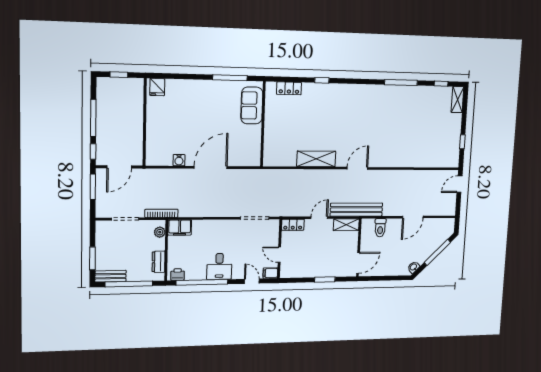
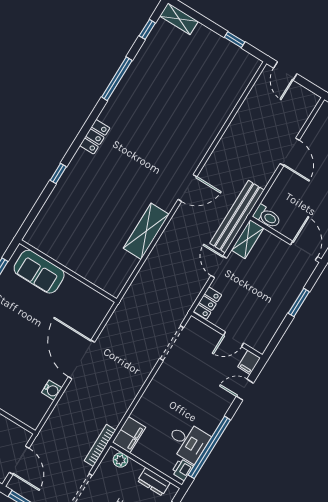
locker: (289, 88) -> (95, 137), moved
door: (357, 168) -> (187, 188), swing flipped
toilet: (380, 228) -> (267, 217), moved
desk: (219, 266) -> (188, 441), moved

